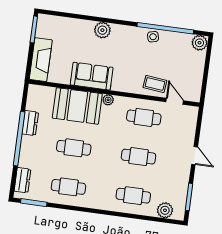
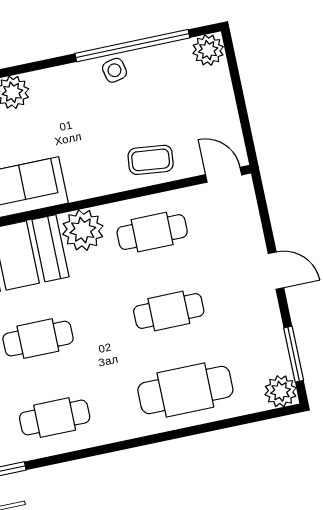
plant: (108, 100) -> (83, 230), width x1.88, depth x1.88
door: (175, 101) -> (224, 175), moved
cafe table: (133, 196) -> (185, 390), width x1.37, depth x1.35
plant: (165, 210) -> (281, 391), moved

